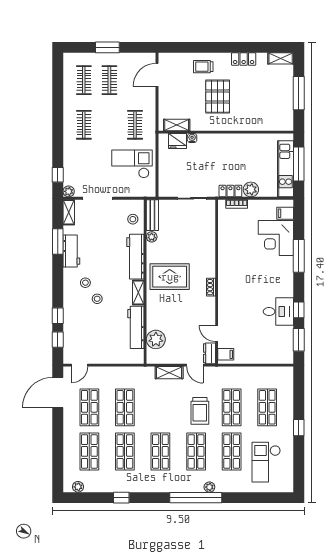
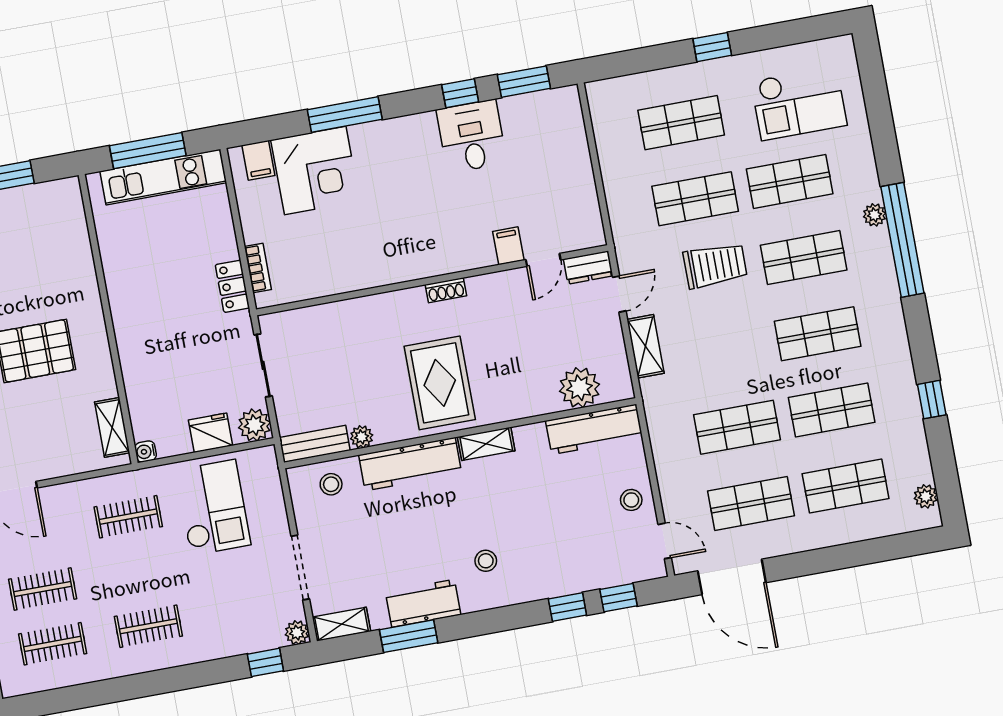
water cooler: (192, 138) -> (146, 452), moved
fridge: (178, 141) -> (211, 433), moved, turned -90
checkout: (132, 164) -> (213, 508), turned 180
plant: (251, 189) -> (254, 425), moved
stool: (97, 299) -> (631, 500), moved
workbench: (136, 327) -> (594, 429), moved
filing cabinet: (226, 354) -> (508, 246), moved

